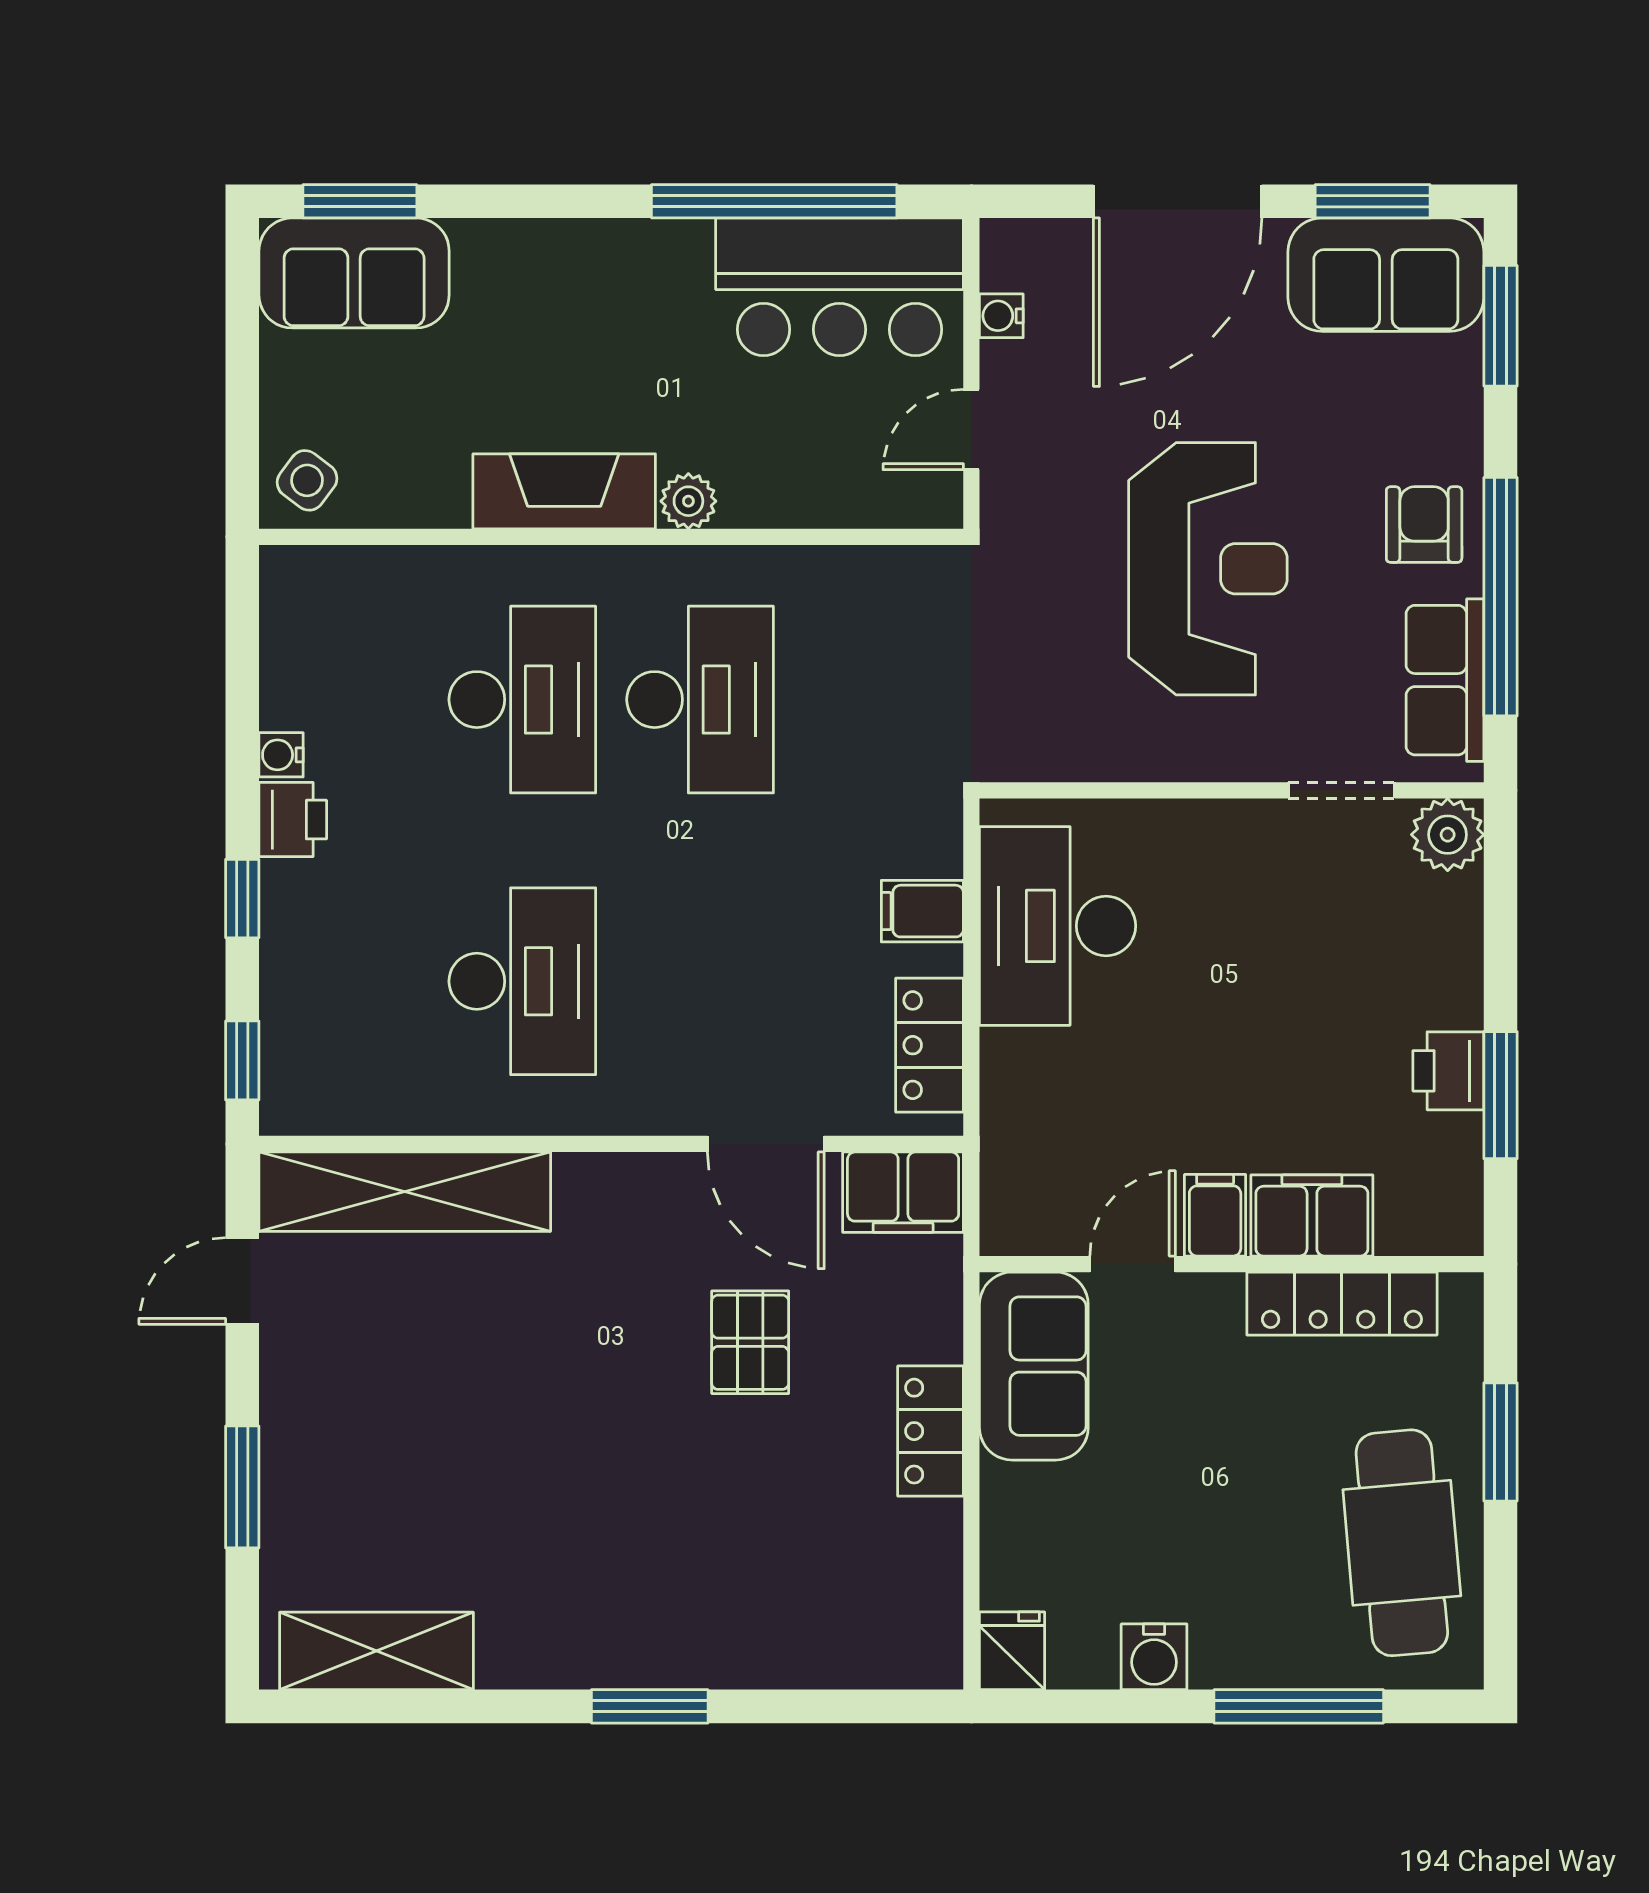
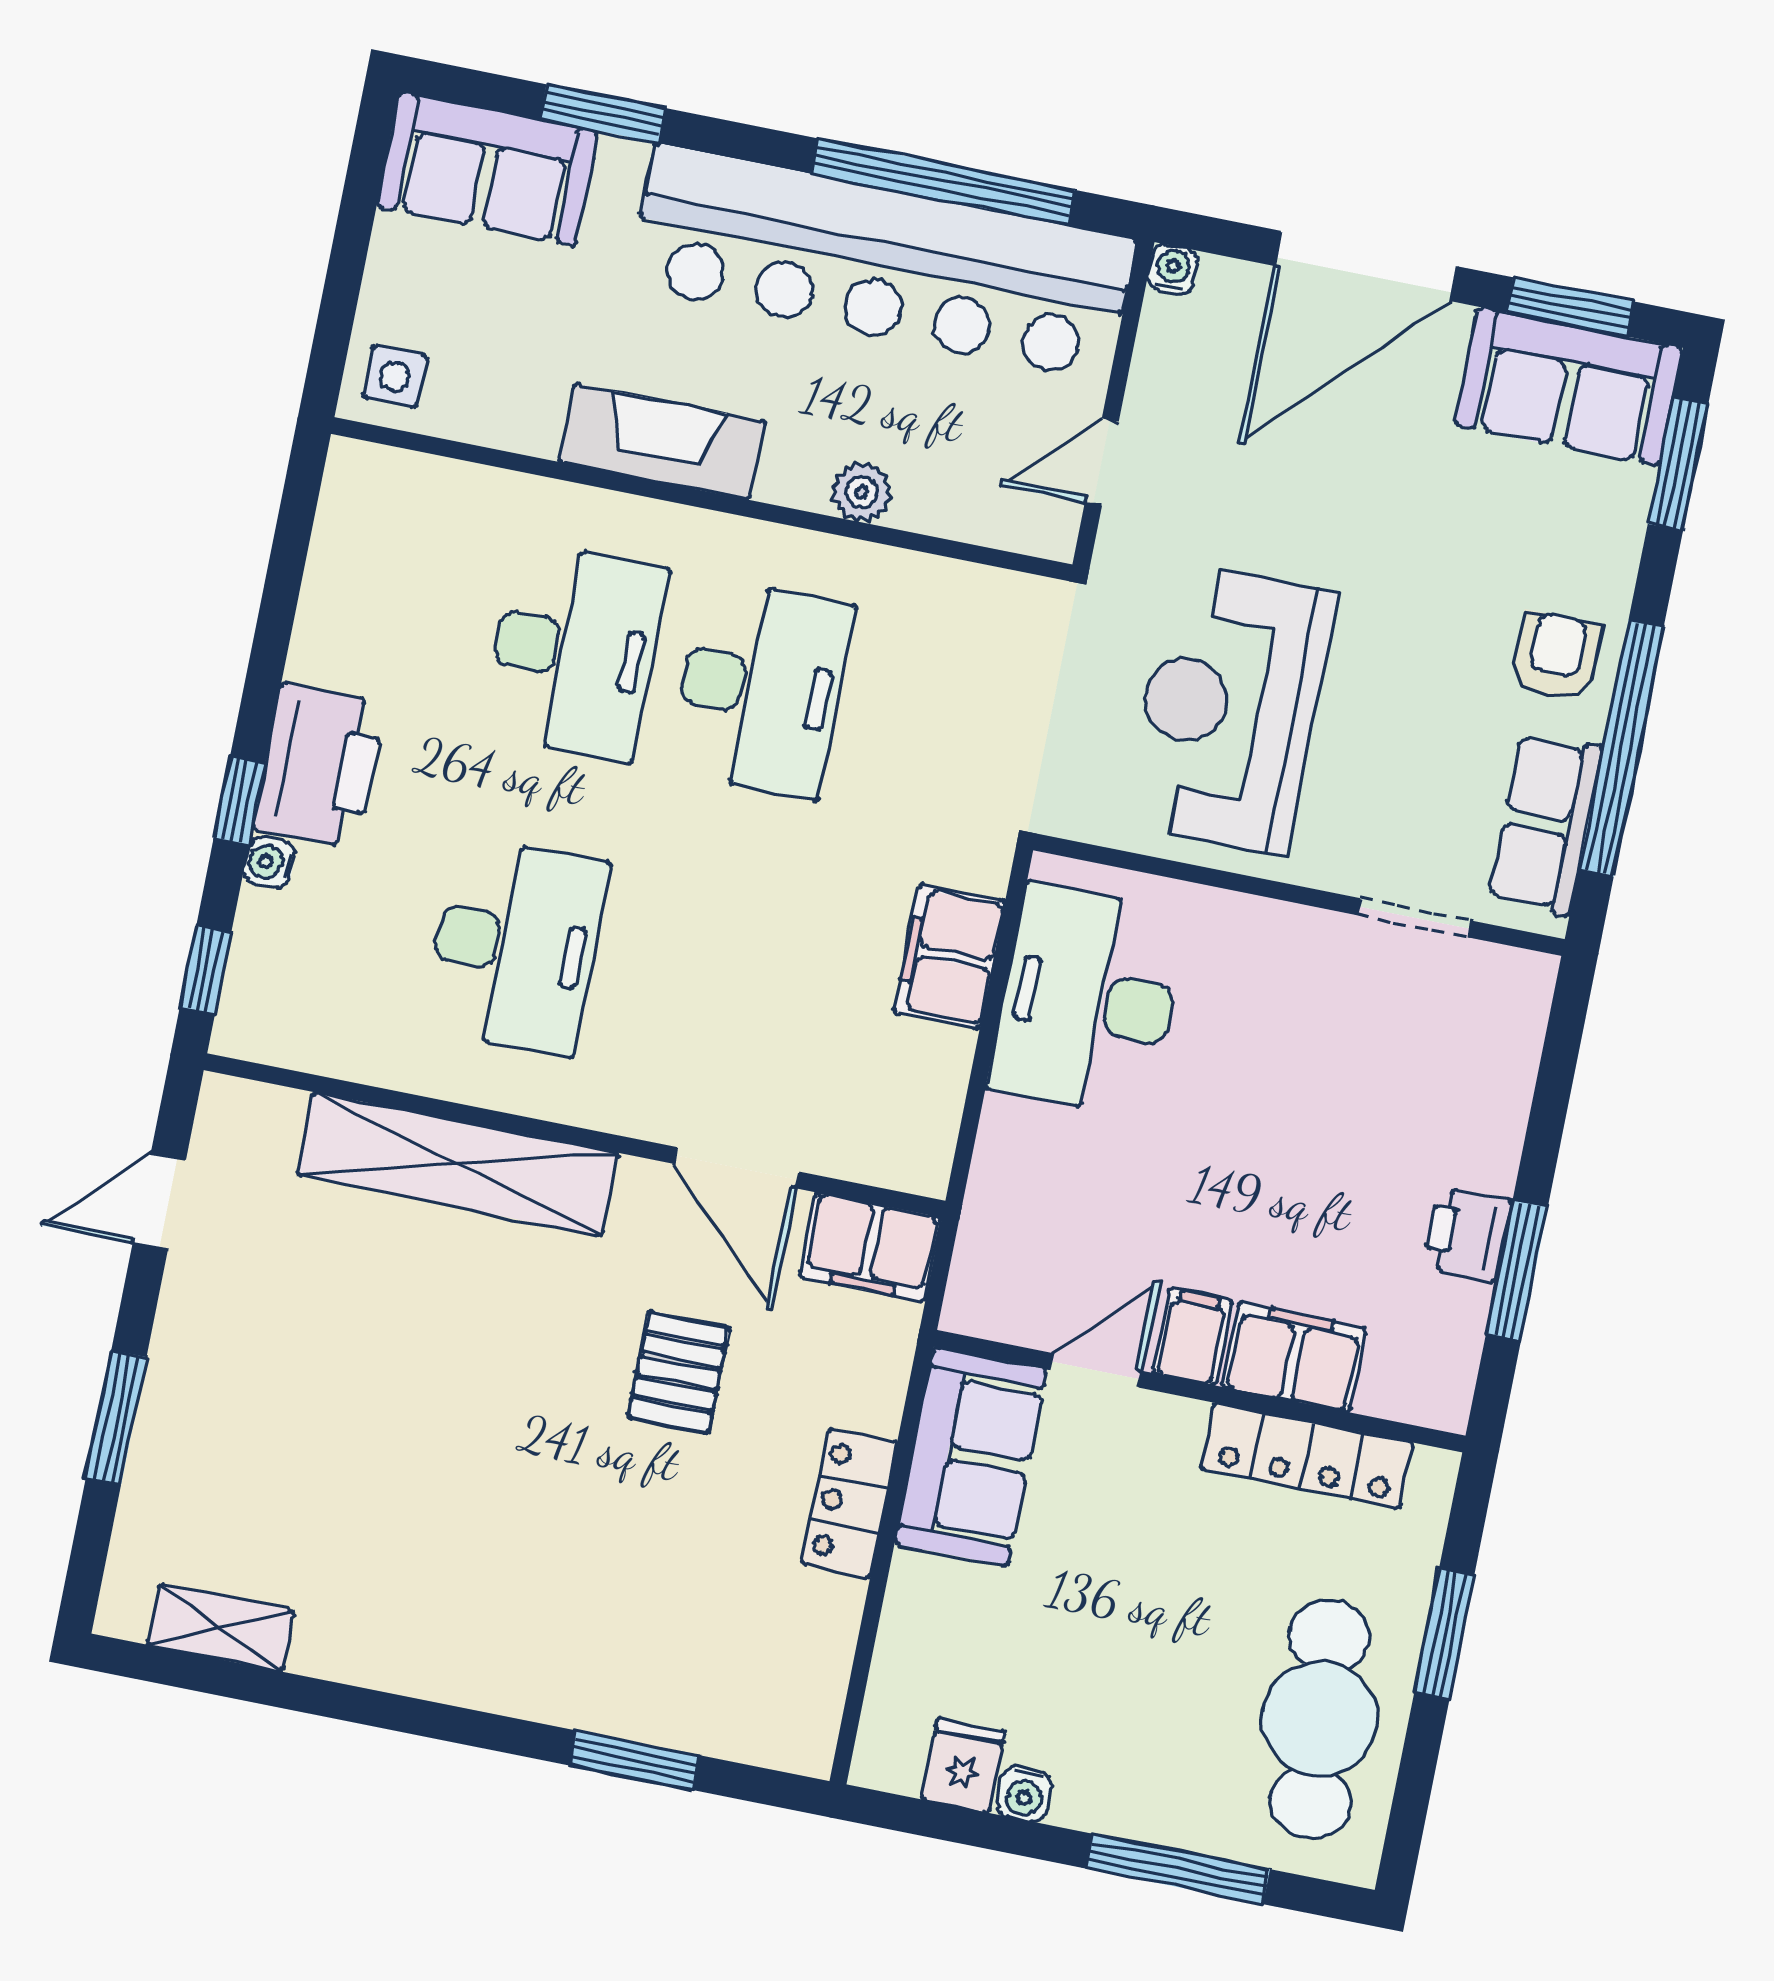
window: (360, 201) -> (603, 114), moved
bar counter: (840, 287) -> (882, 263), width x1.86
water cooler: (1001, 316) -> (1173, 270), moved, turned 90
side table: (307, 480) -> (395, 376), turned -37
plant: (688, 501) -> (862, 492), moved
reception desk: (1208, 569) -> (1229, 708), moved, turned 180
water cooler: (281, 755) -> (269, 862), moved
printer: (293, 820) -> (319, 766), width x1.87, depth x1.48
plant: (1448, 835) -> (1516, 986), removed
filing cabinet: (922, 911) -> (949, 957), width x2.00
locker: (930, 1045) -> (929, 1099), removed
shelving: (405, 1192) -> (458, 1164), moved
shelving: (376, 1651) -> (220, 1628), width x0.67, depth x0.75
fridge: (1012, 1651) -> (963, 1765), moved
water cooler: (1154, 1657) -> (1025, 1794), width x0.72, depth x0.72
window: (650, 1706) -> (634, 1760), moved

